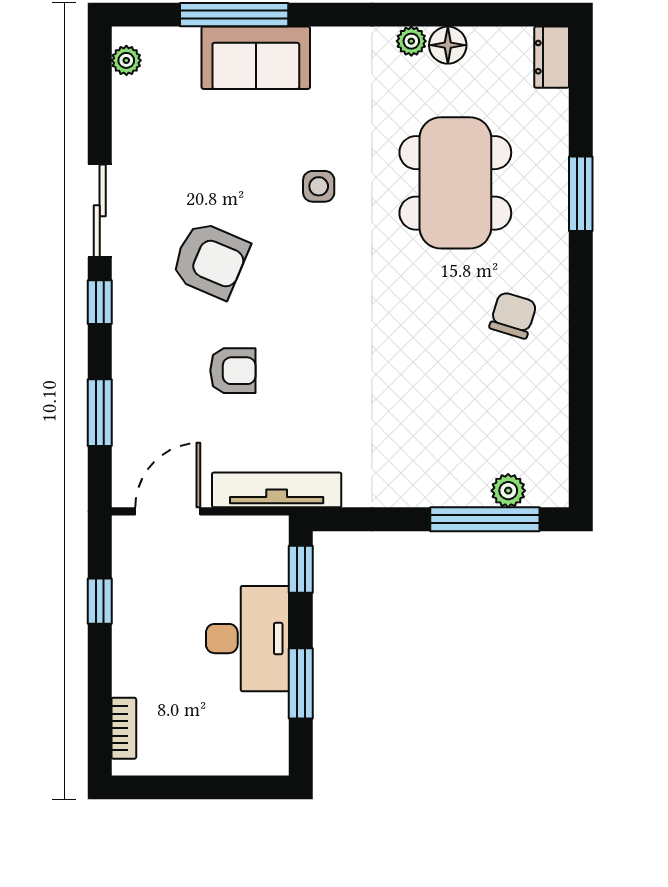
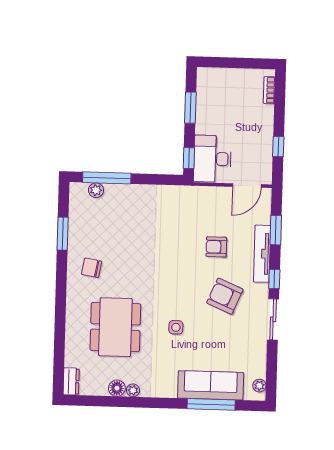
sofa: (256, 58) -> (211, 385), width x1.36
window: (581, 194) -> (63, 234), moved
chair: (513, 315) -> (92, 268), turned 83
tv unit: (277, 490) -> (262, 254), moved, turned 90
desk: (248, 639) -> (212, 159), moved

